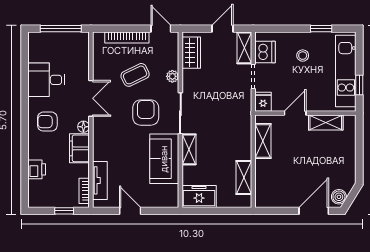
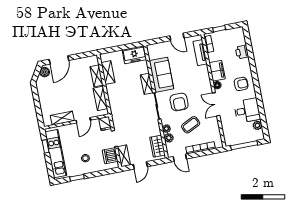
plant: (35, 55) -> (257, 125), added
plant: (172, 62) -> (169, 138), added
shelving: (262, 176) -> (97, 76), added

